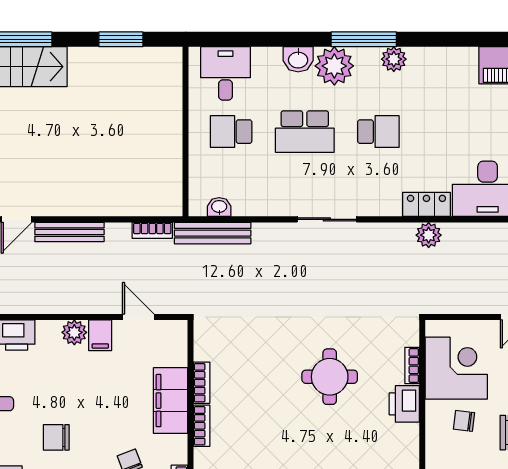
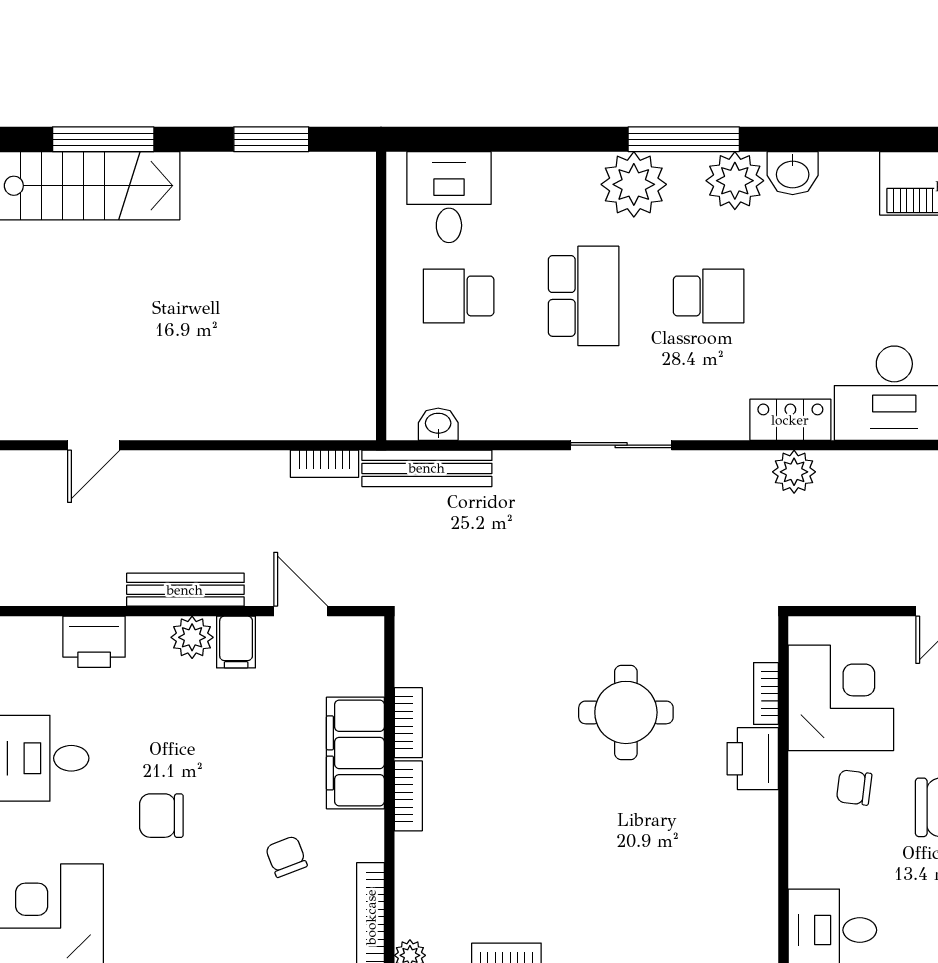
washbasin: (298, 59) -> (793, 173), moved
plant: (394, 59) -> (735, 181), width x1.36, depth x1.36
school desk: (305, 132) -> (584, 296), turned -90
bench: (69, 232) -> (185, 590), moved

